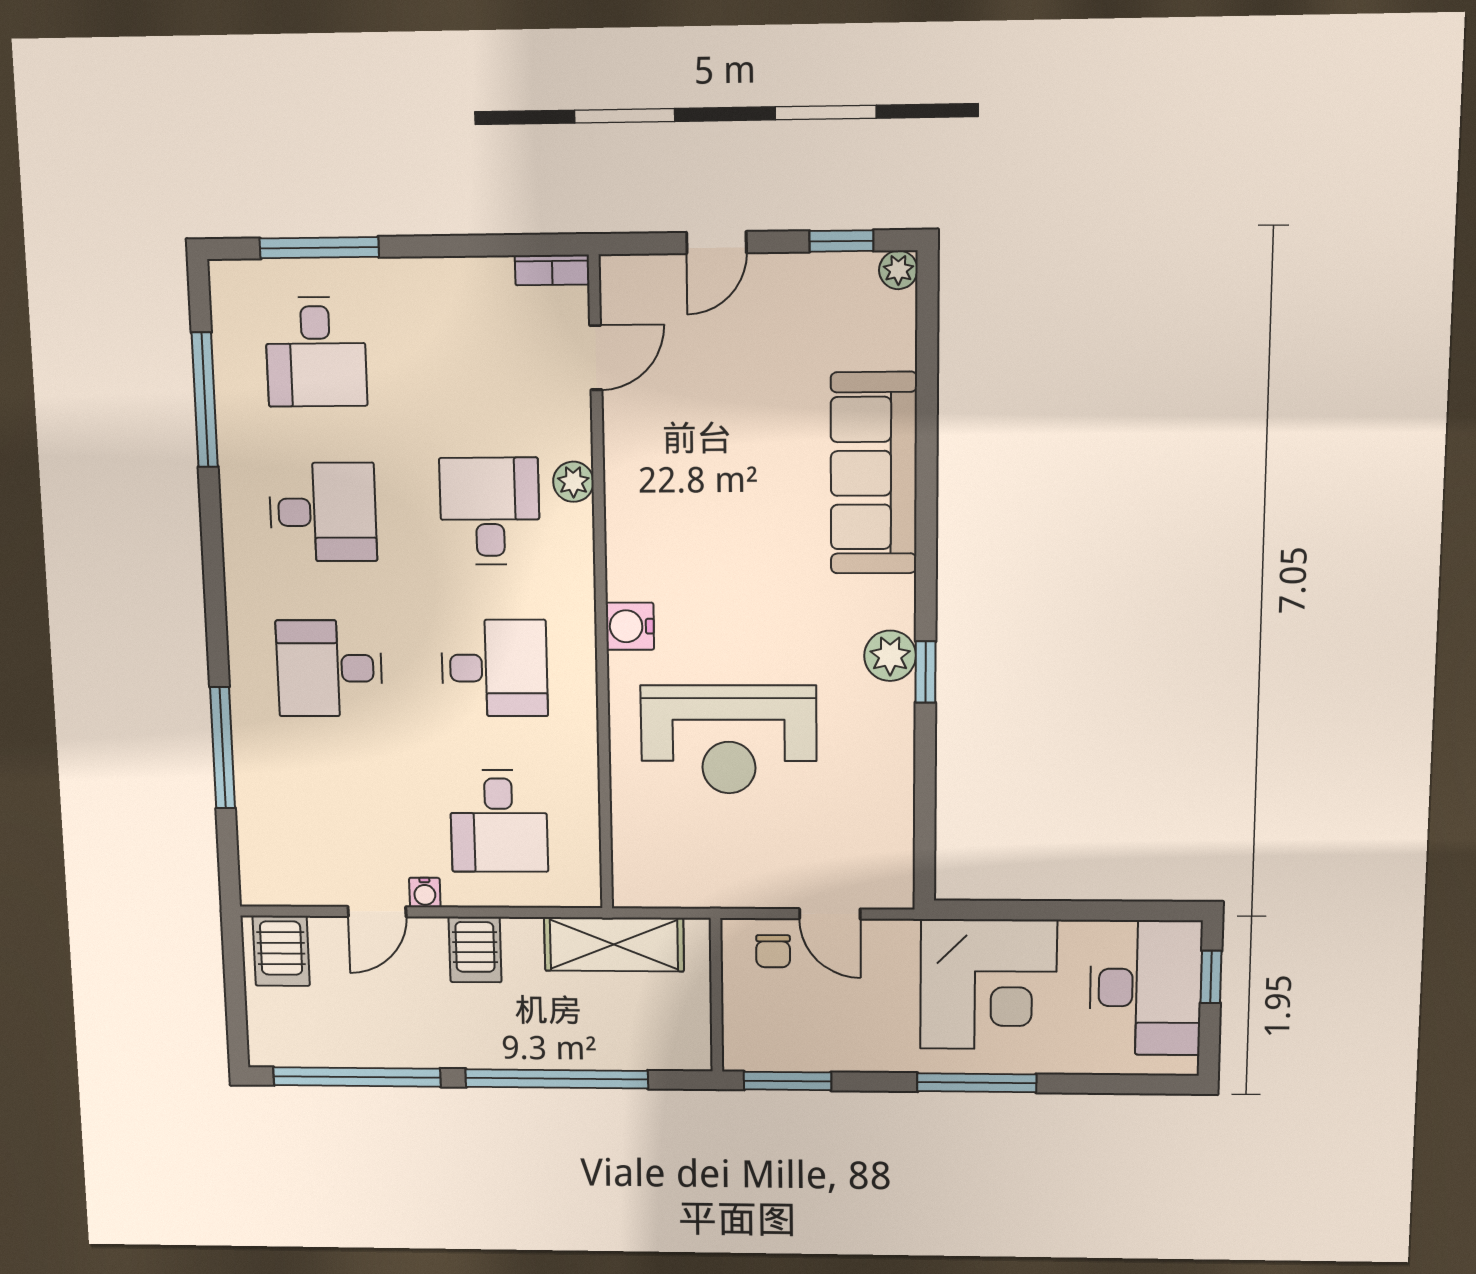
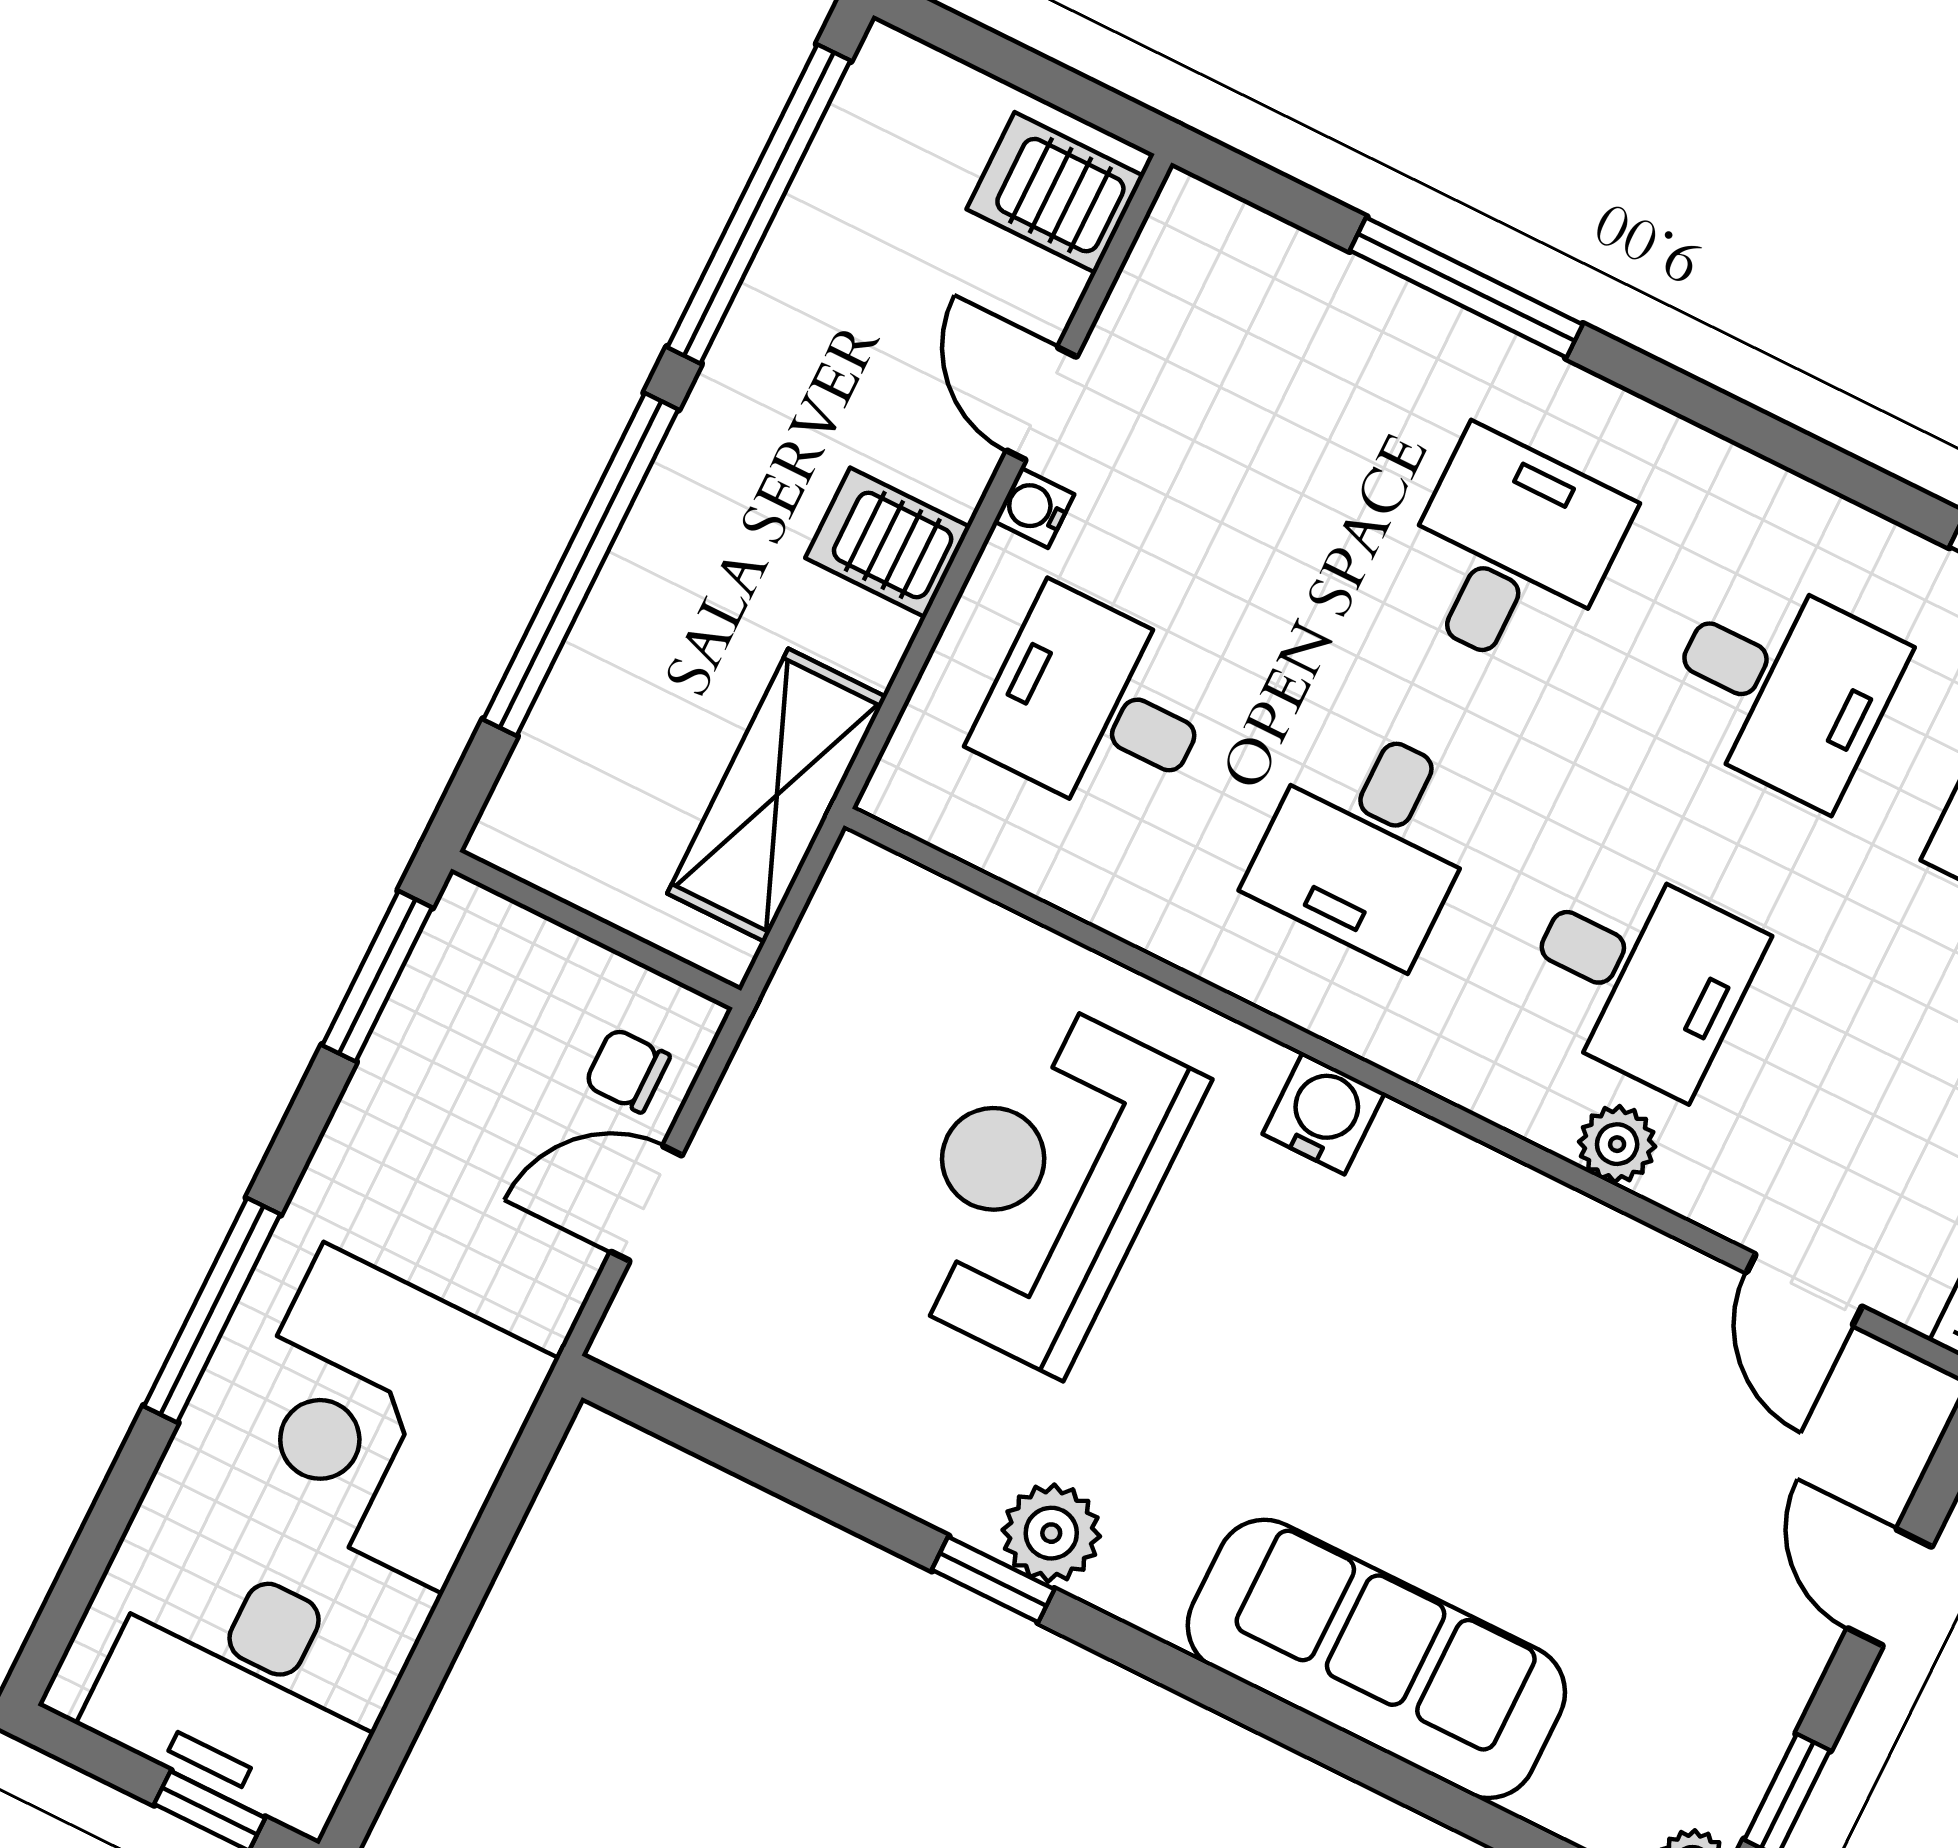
desk: (323, 512) -> (1782, 687), turned -90

